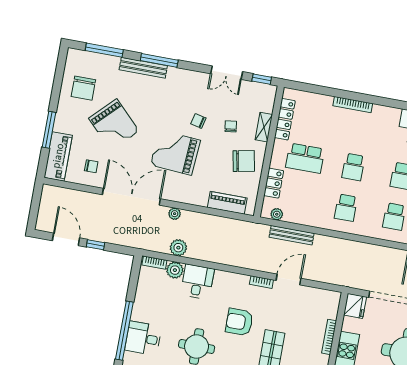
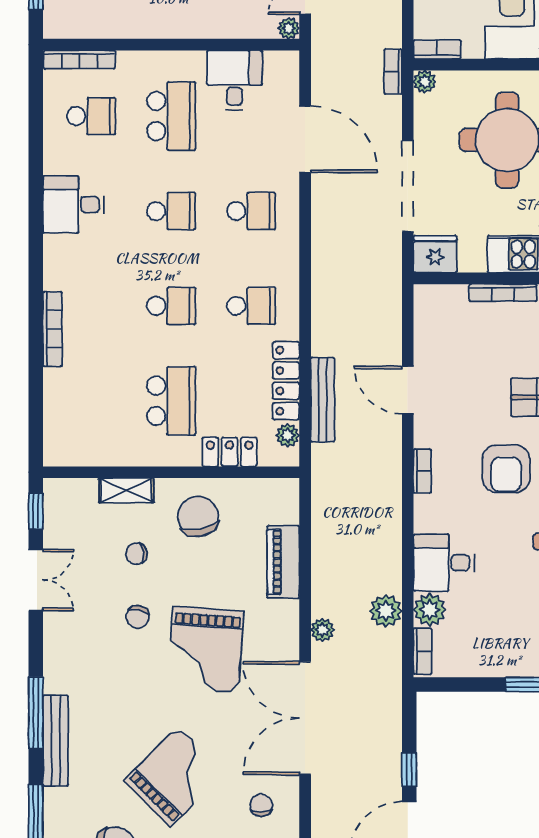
locker: (285, 119) -> (286, 381), moved, turned -90
piano: (227, 203) -> (283, 562), moved
bookcase: (261, 282) -> (422, 471), moved

